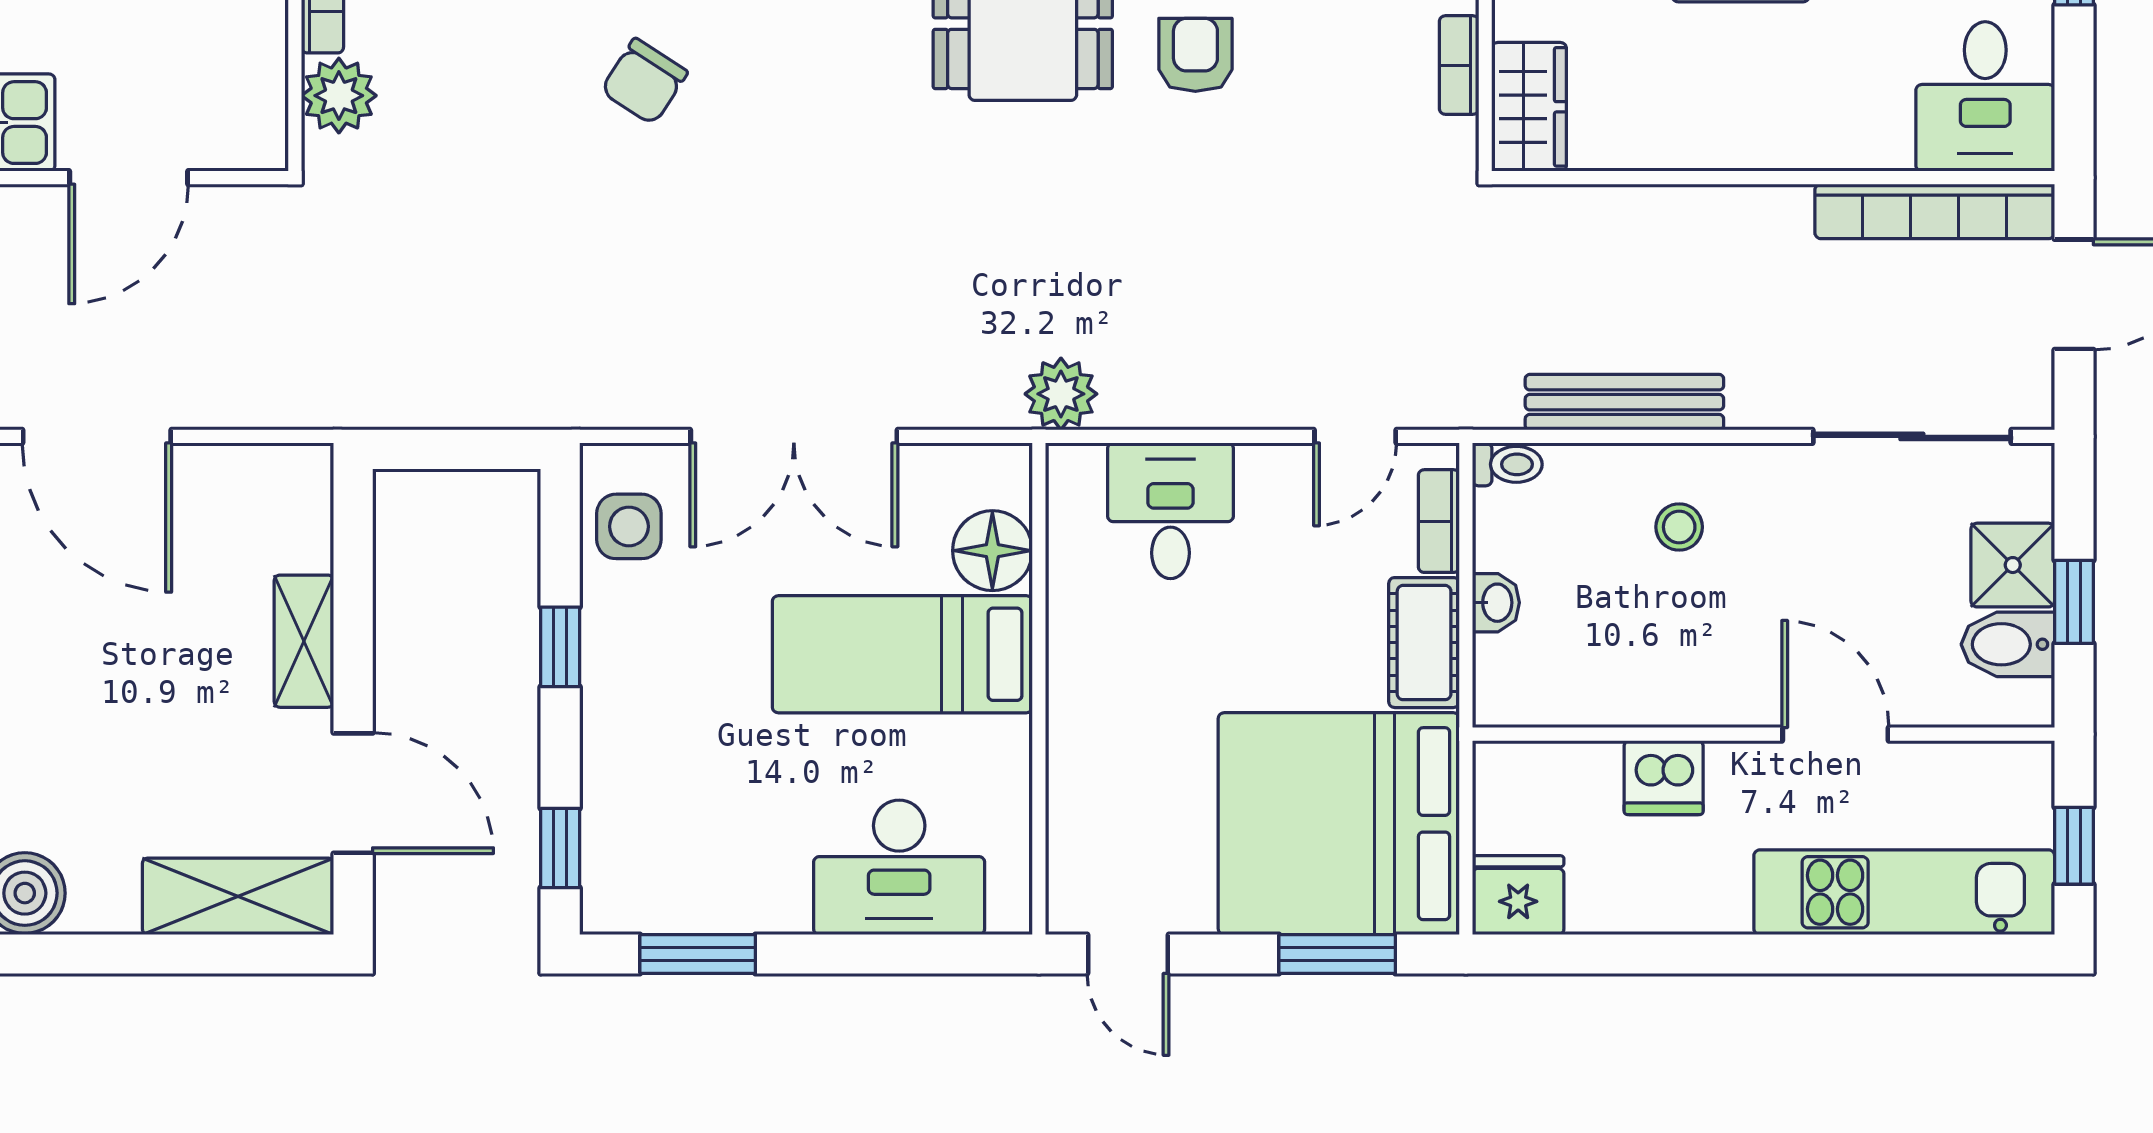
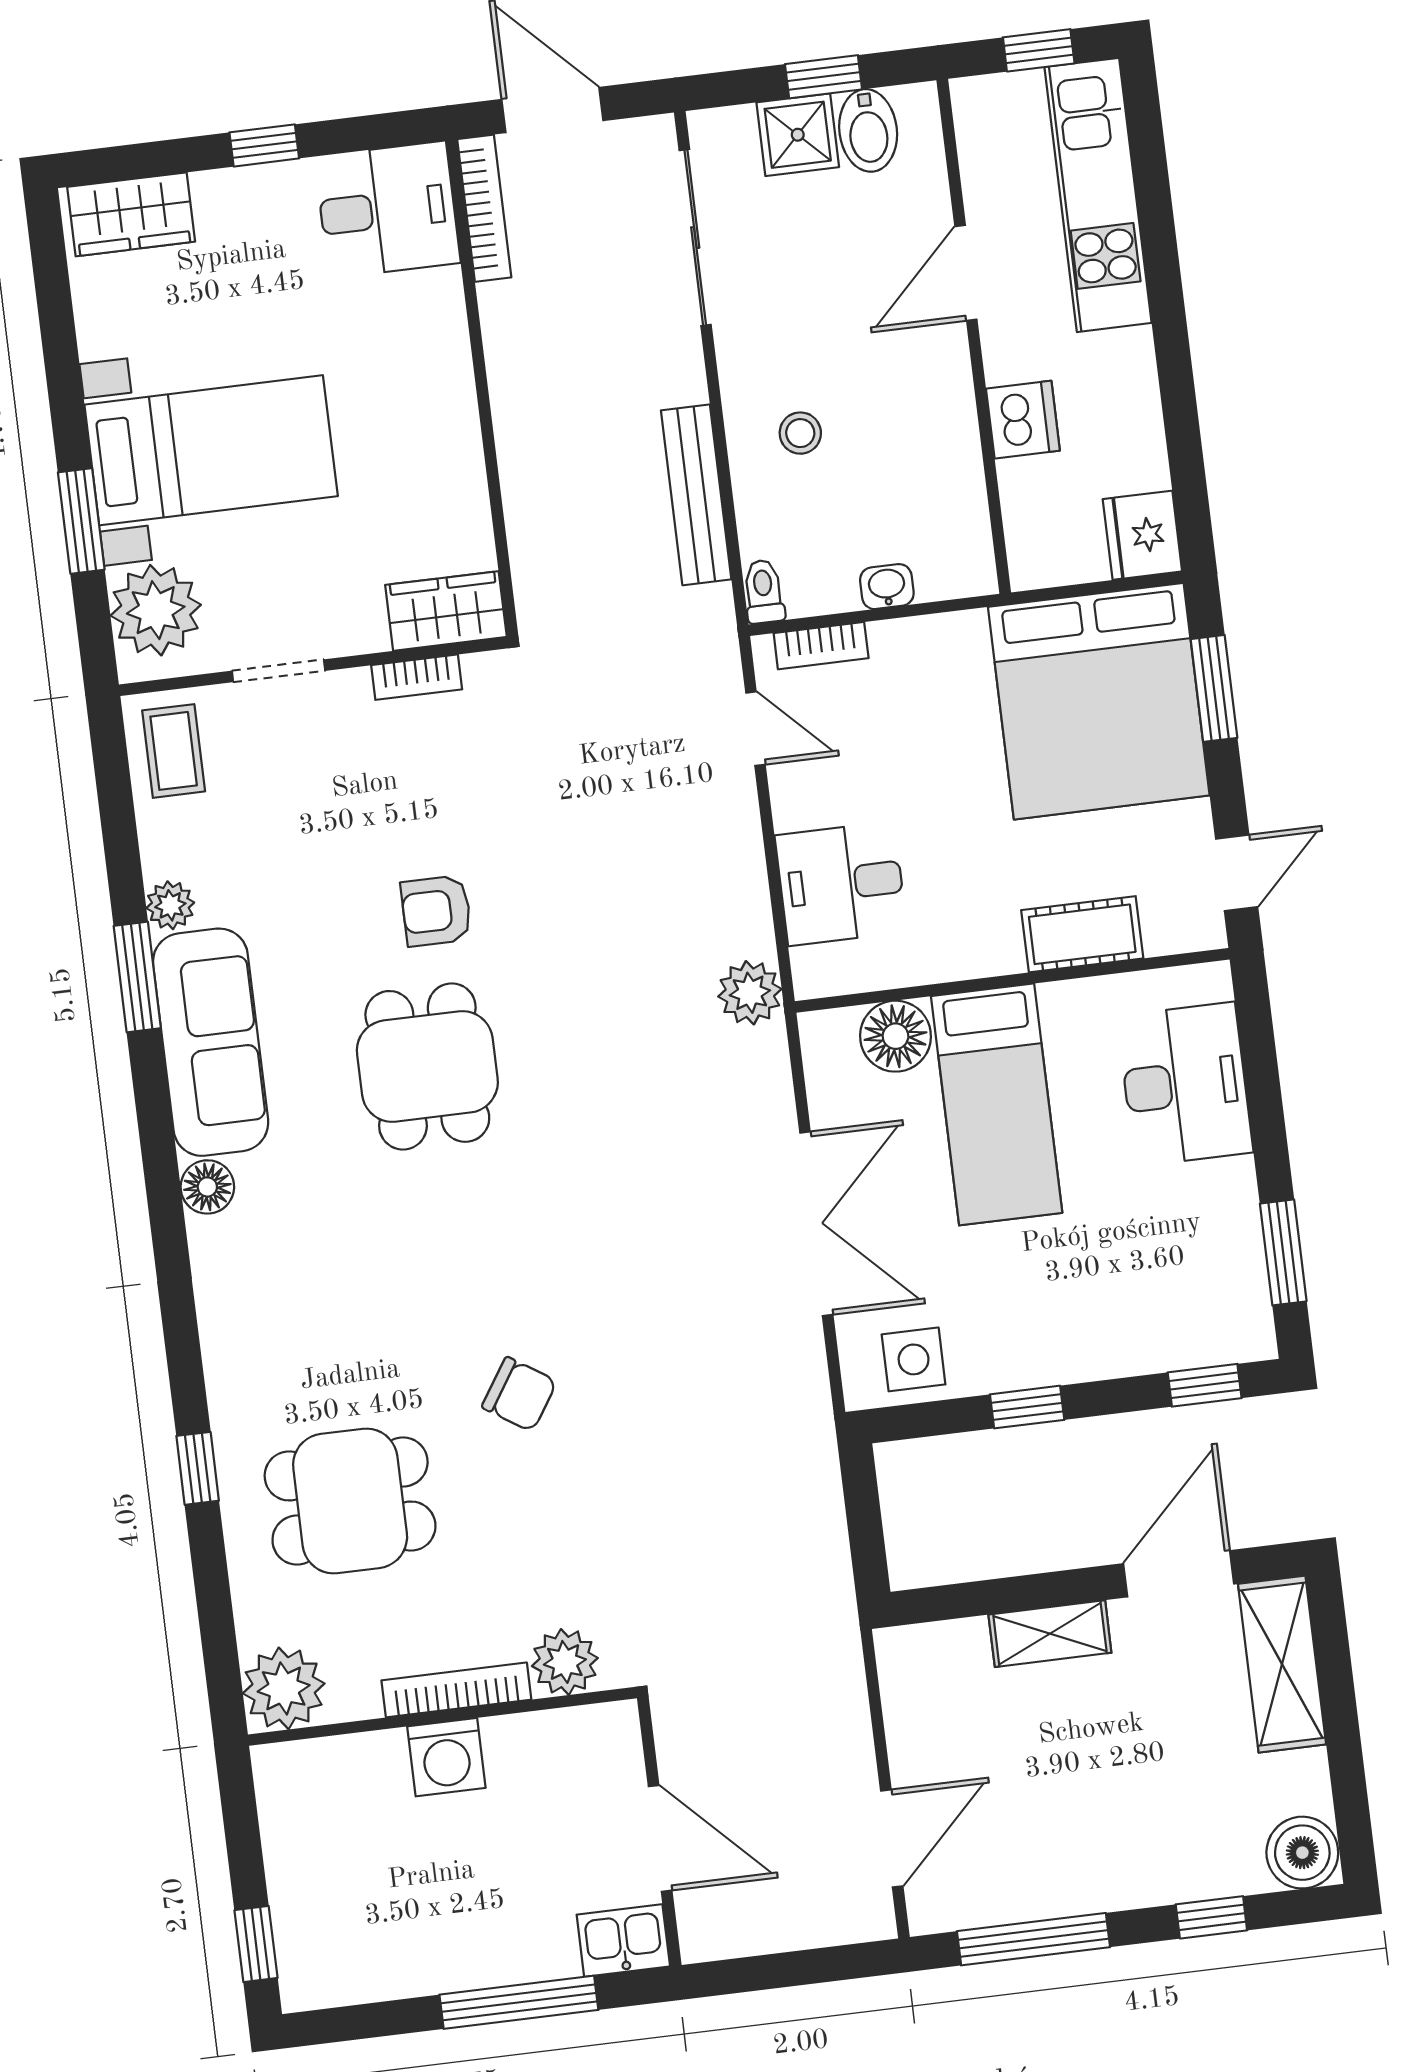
bookcase: (1935, 211) -> (484, 208), width x0.68, depth x0.76
door: (97, 436) -> (892, 1838), width x0.73
cot: (1424, 643) -> (1082, 934), moved

